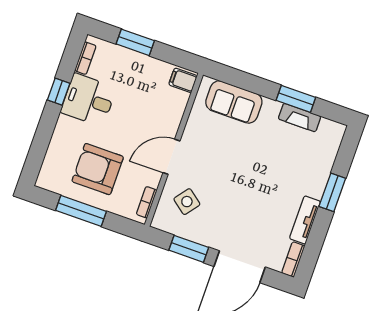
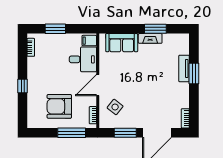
window: (59, 92) -> (23, 86), moved
desk: (88, 100) -> (83, 59), moved, turned 180
fireplace: (300, 118) -> (150, 38), moved
window: (81, 211) -> (72, 133), moved
tv unit: (305, 220) -> (184, 68), moved

